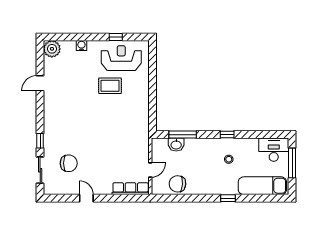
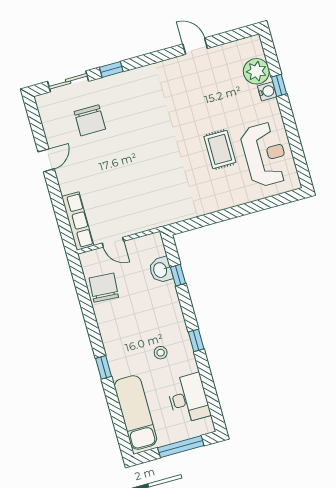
window: (116, 37) -> (279, 85), moved
plant: (52, 49) -> (256, 71), moved
window: (183, 135) -> (178, 275), width x0.46
desk: (274, 150) -> (188, 398), moved

